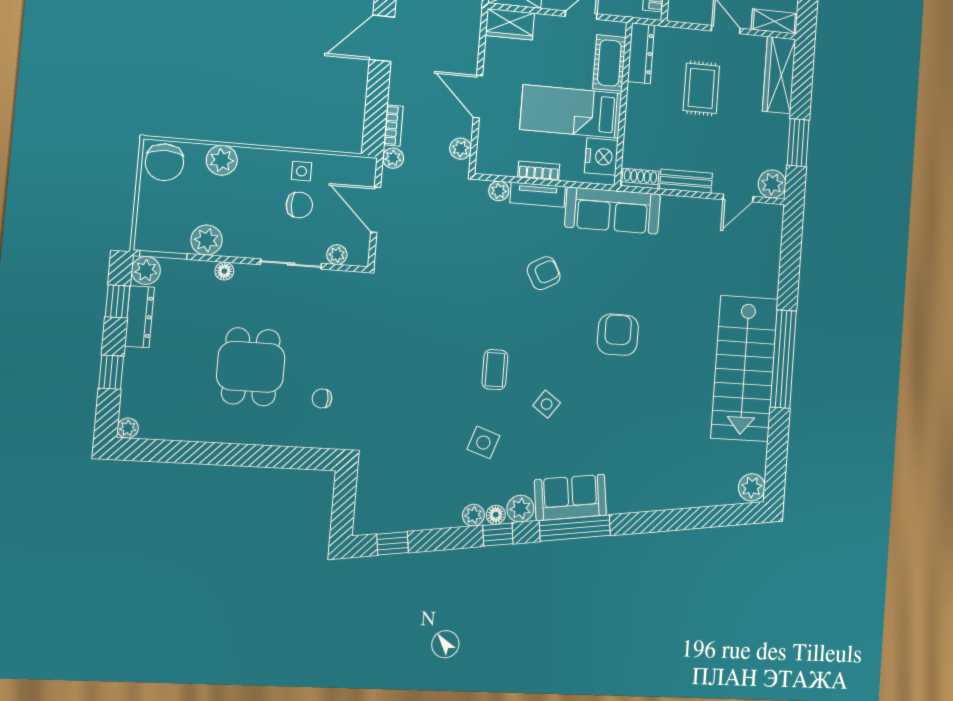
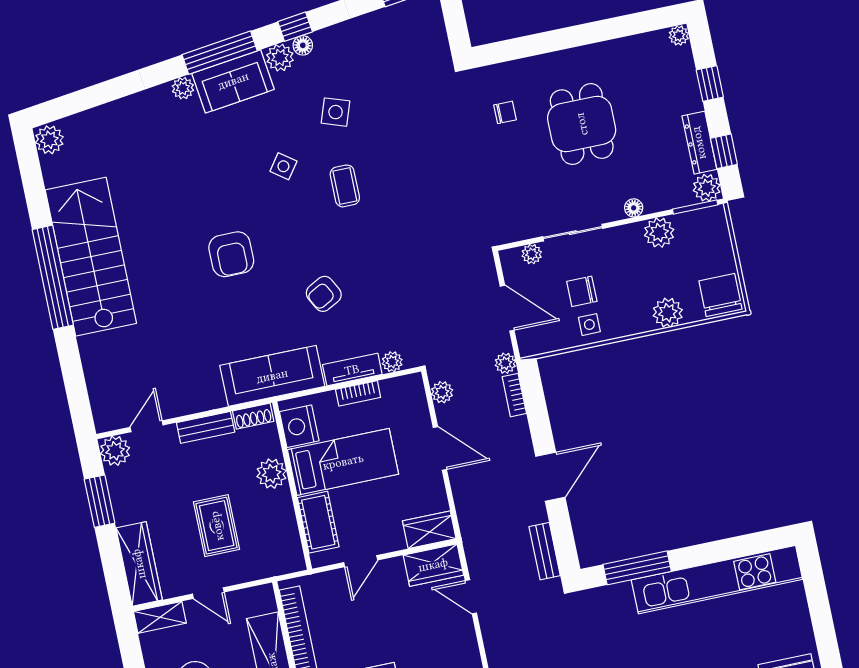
dresser: (641, 53) -> (289, 542), removed
plant: (639, 121) -> (272, 474), added
plant: (473, 515) -> (183, 88), moved

